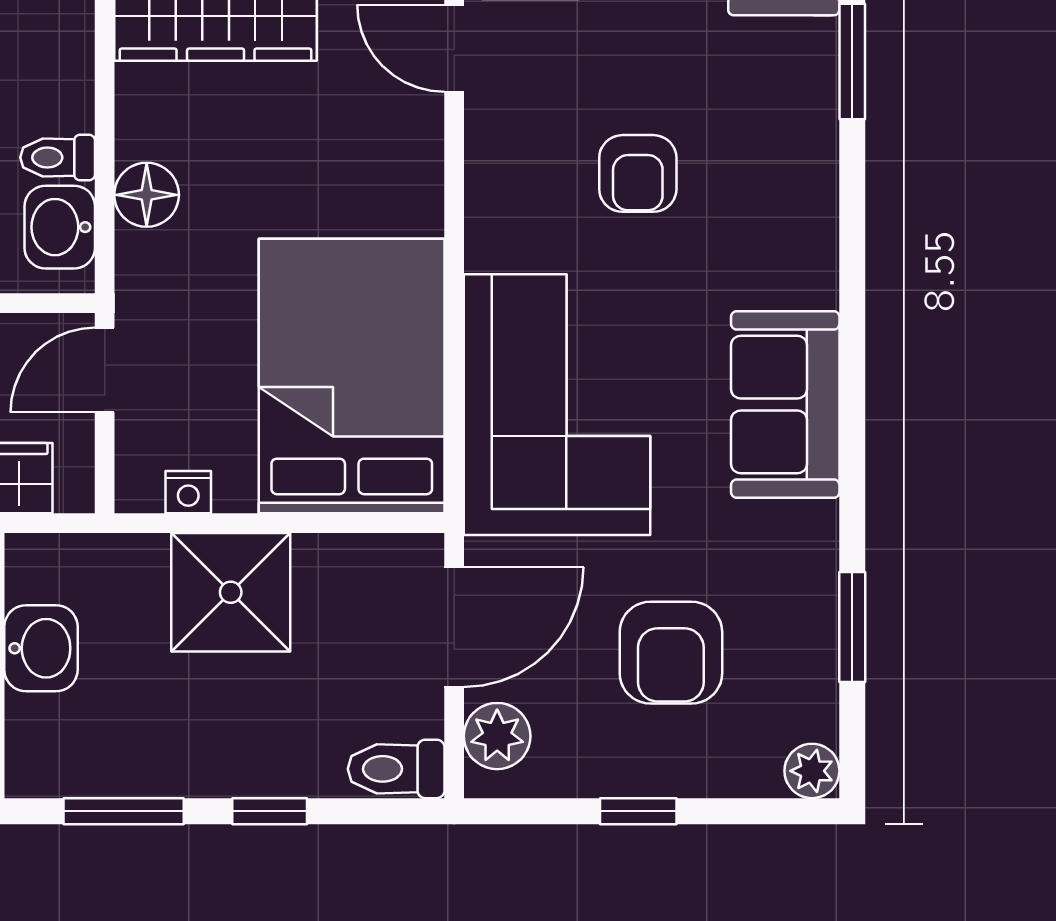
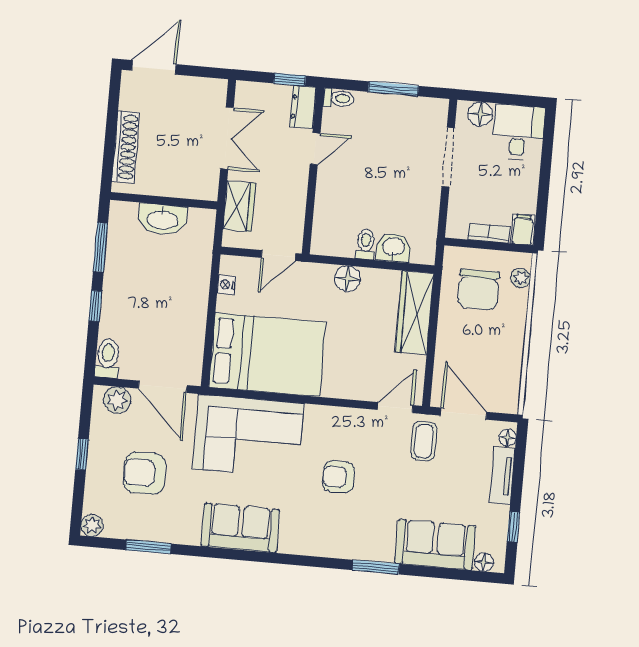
washbasin: (60, 227) -> (394, 248), moved
door: (105, 370) -> (279, 256), swing flipped
shower: (231, 592) -> (185, 298), removed
washbasin: (41, 648) -> (162, 219), width x1.38

